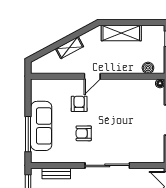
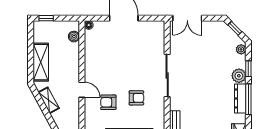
shelving: (70, 48) -> (49, 100), moved
armchair: (84, 133) -> (136, 98), turned -90

